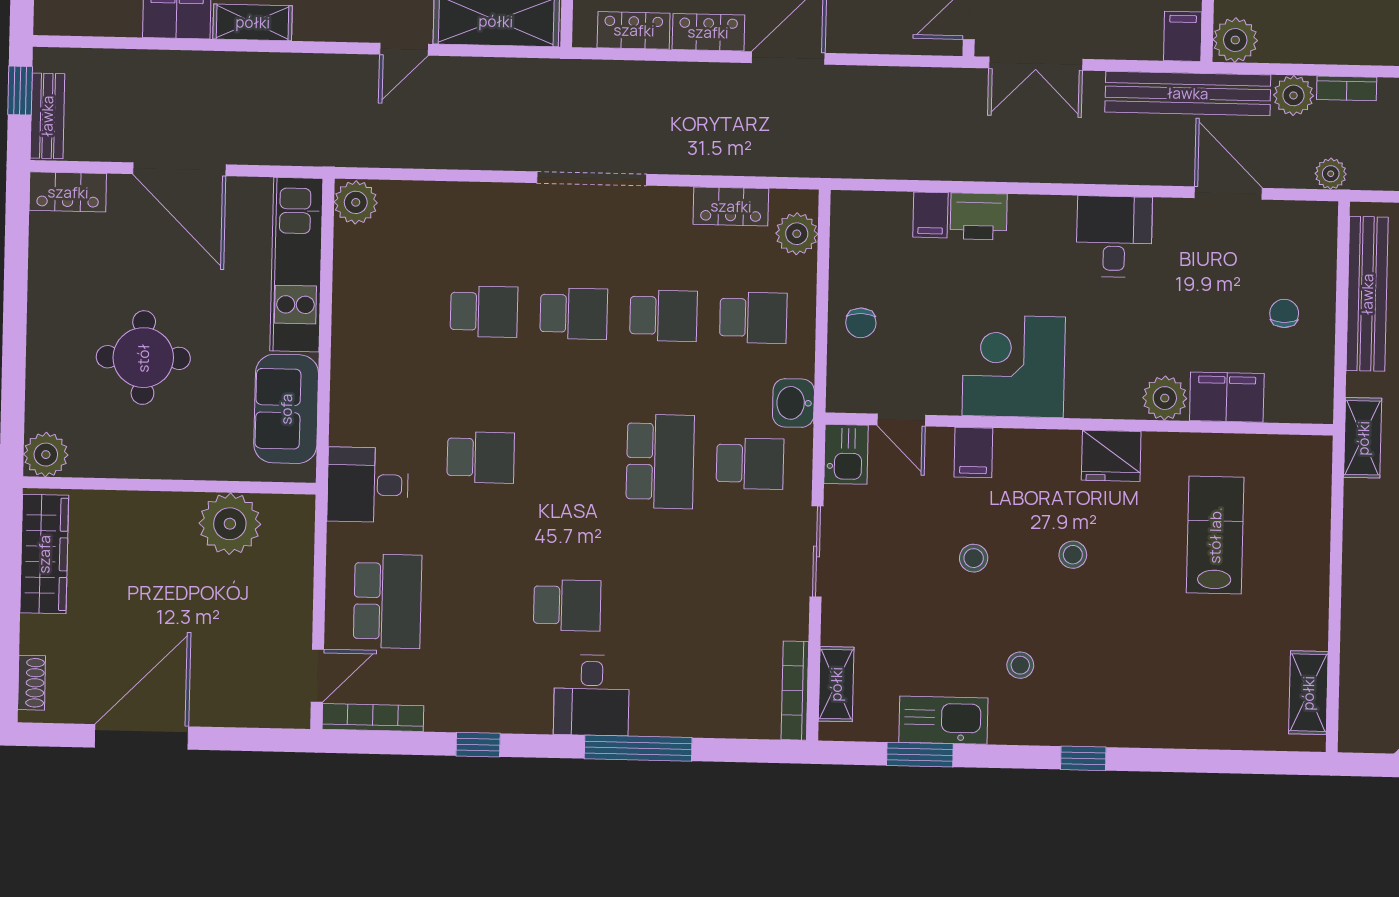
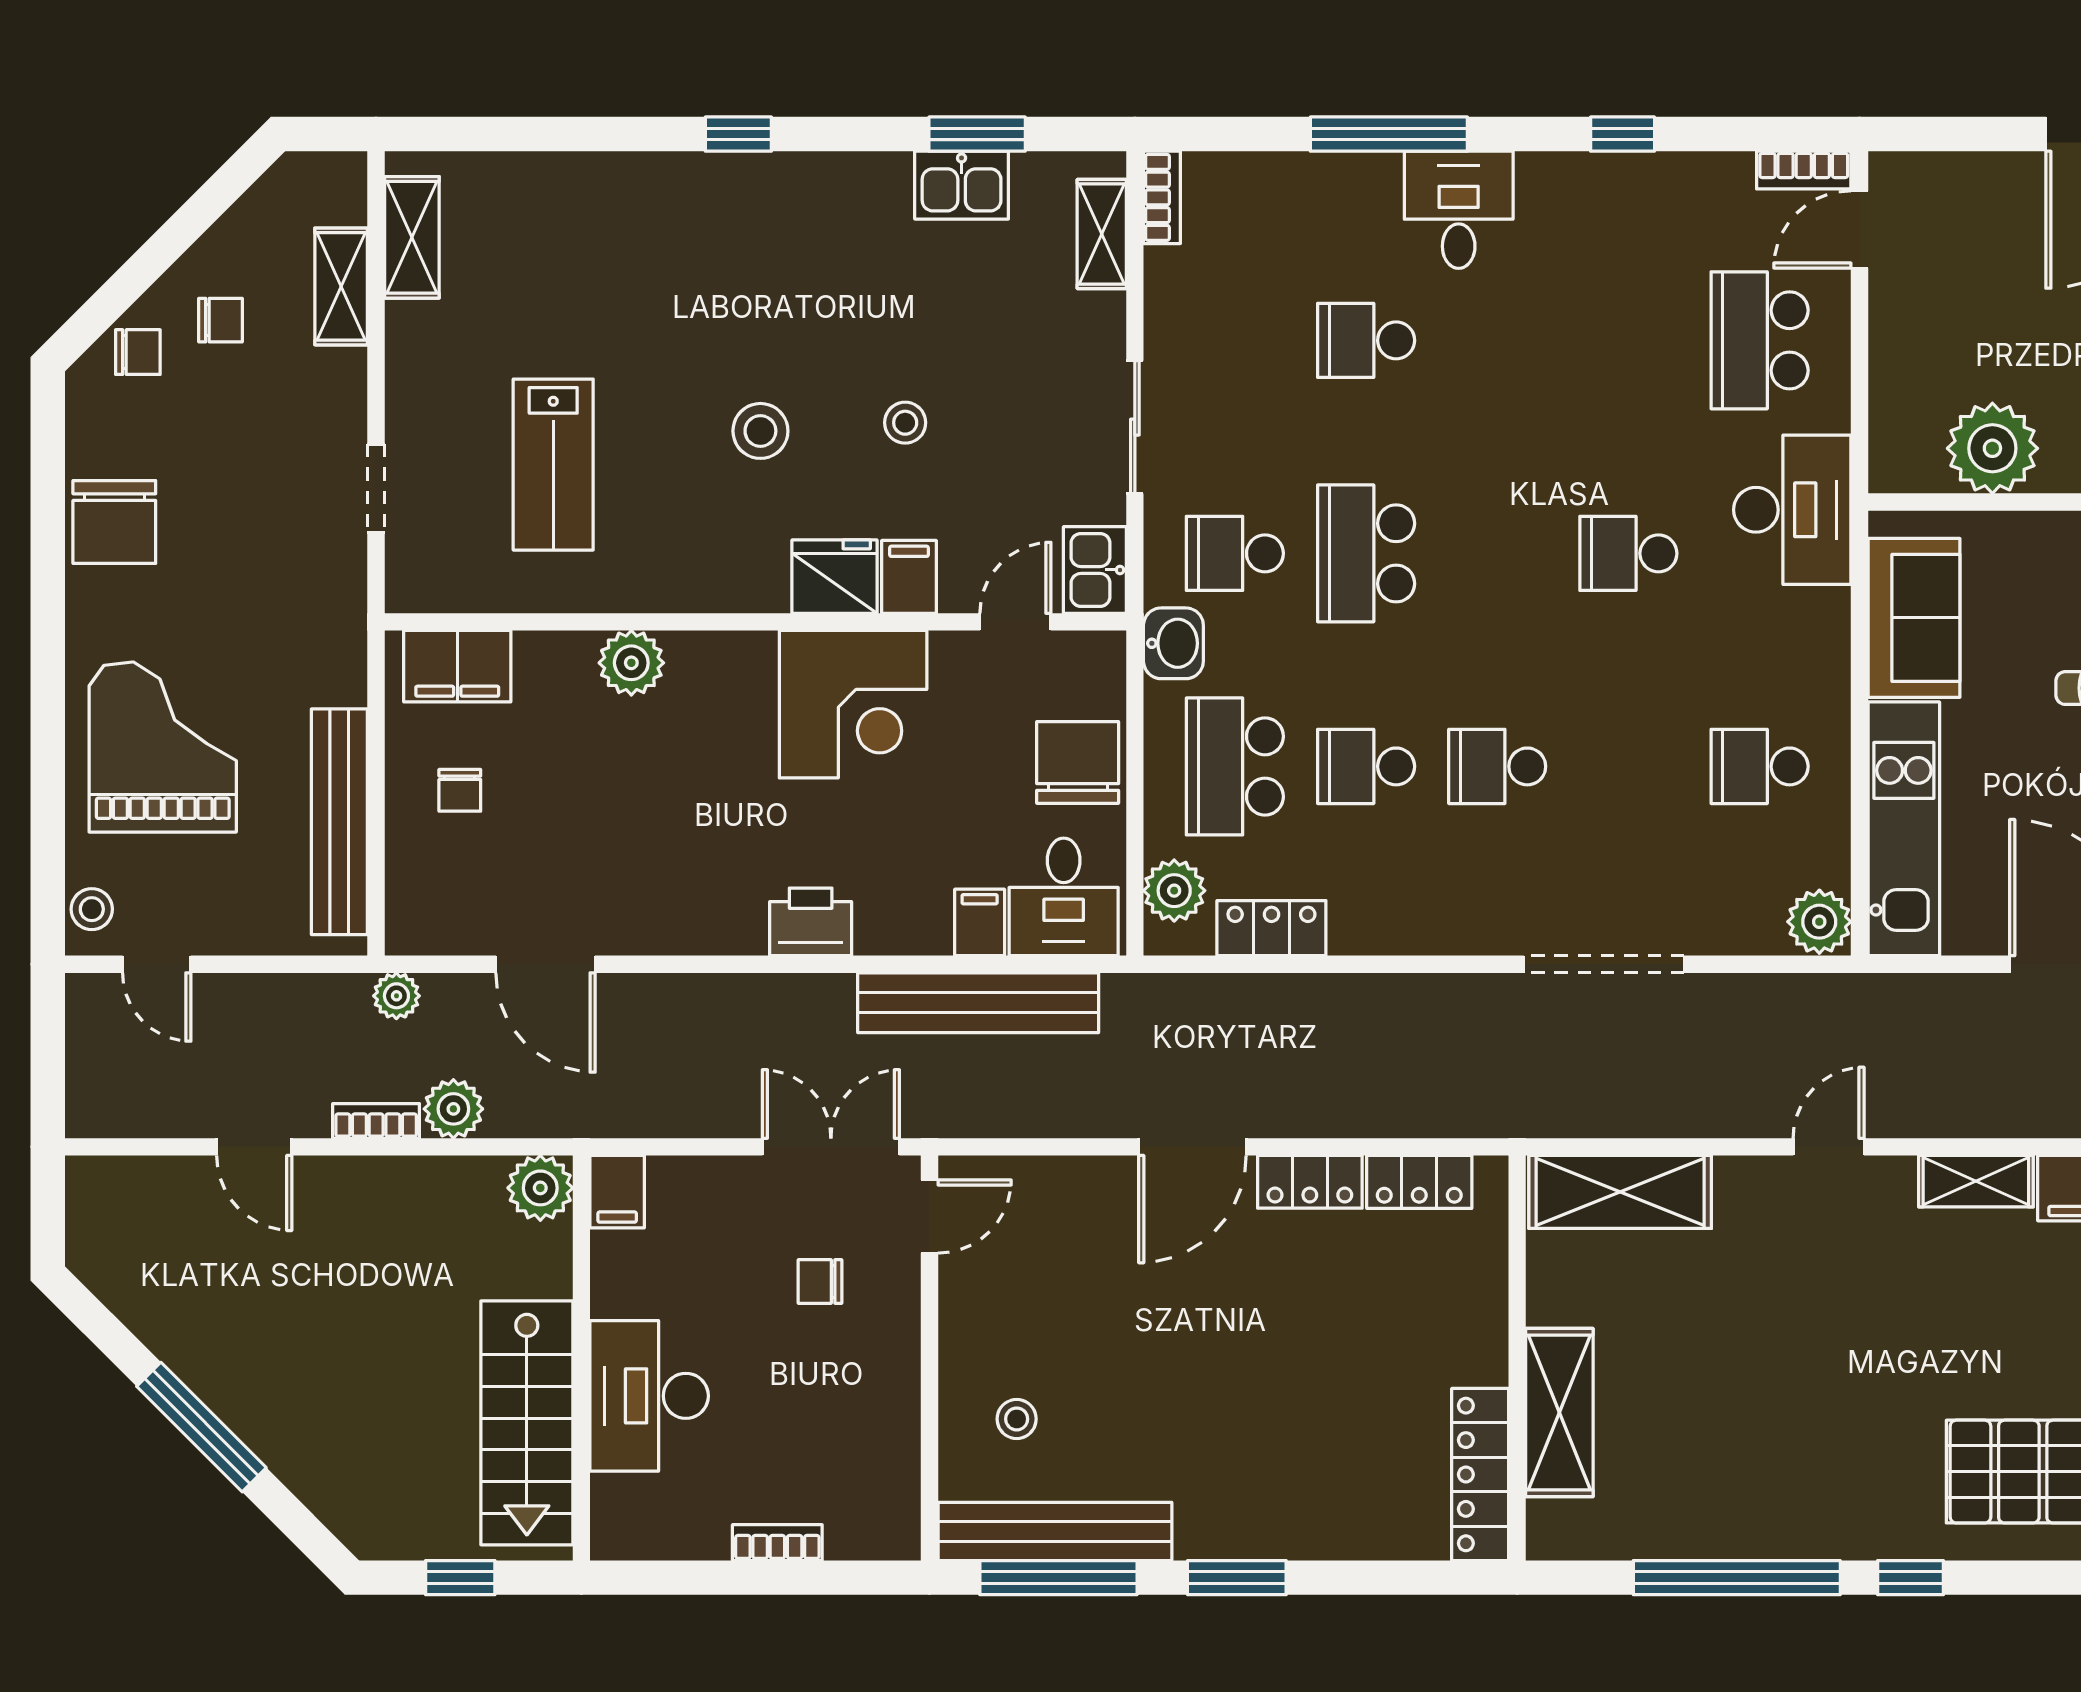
door: (404, 49) -> (1829, 1147), moved
bench: (1188, 93) -> (978, 1003), moved
doorway: (592, 179) -> (1604, 964), moved
printer: (979, 216) -> (811, 922), moved
desk: (1114, 237) -> (1064, 897), moved
school desk: (484, 312) -> (1760, 766), moved
school desk: (753, 318) -> (1235, 766), width x1.85
chair: (861, 323) -> (1078, 762), width x1.87, depth x1.87
filing cabinet: (1227, 397) -> (457, 666), moved
door: (901, 420) -> (1015, 622), hinge flipped
shelving: (1363, 438) -> (341, 286), moved
fridge: (1111, 456) -> (835, 577), moved
desk: (368, 485) -> (1792, 510), width x1.37
doorway: (1337, 522) -> (376, 488), added
stool: (1073, 555) -> (760, 431), width x1.37, depth x1.37
school desk: (567, 605) -> (1366, 340), moved
stool: (1020, 665) -> (834, 268), removed
bookcase: (795, 691) -> (1162, 197), width x0.64
bookcase: (373, 718) -> (1804, 170), width x0.64
kitchen sink: (943, 720) -> (962, 185), width x0.73

